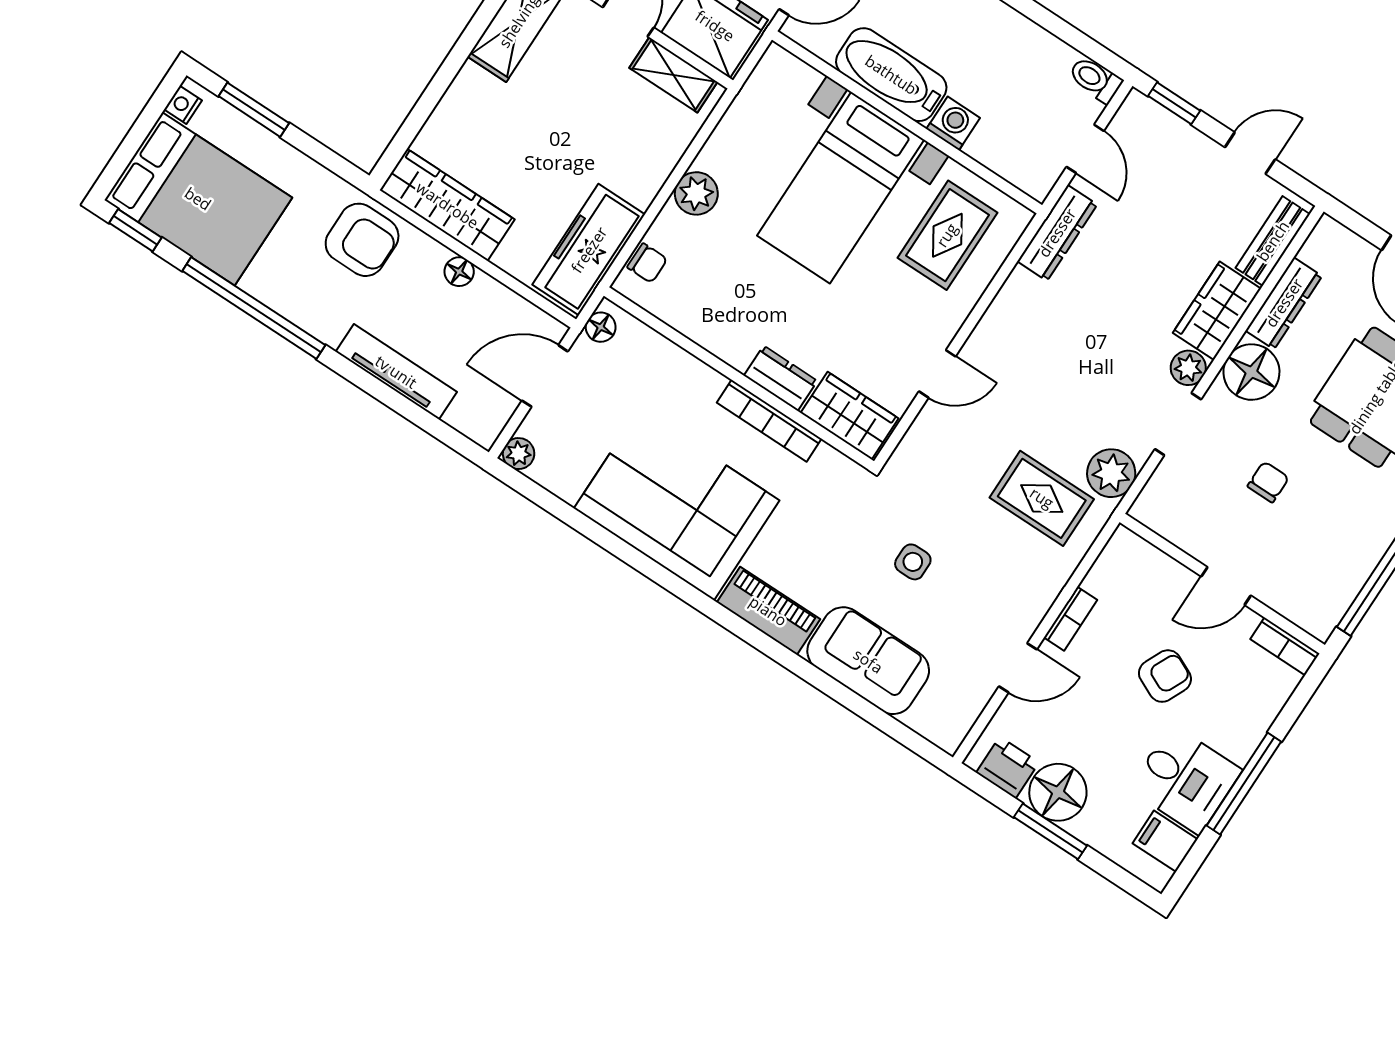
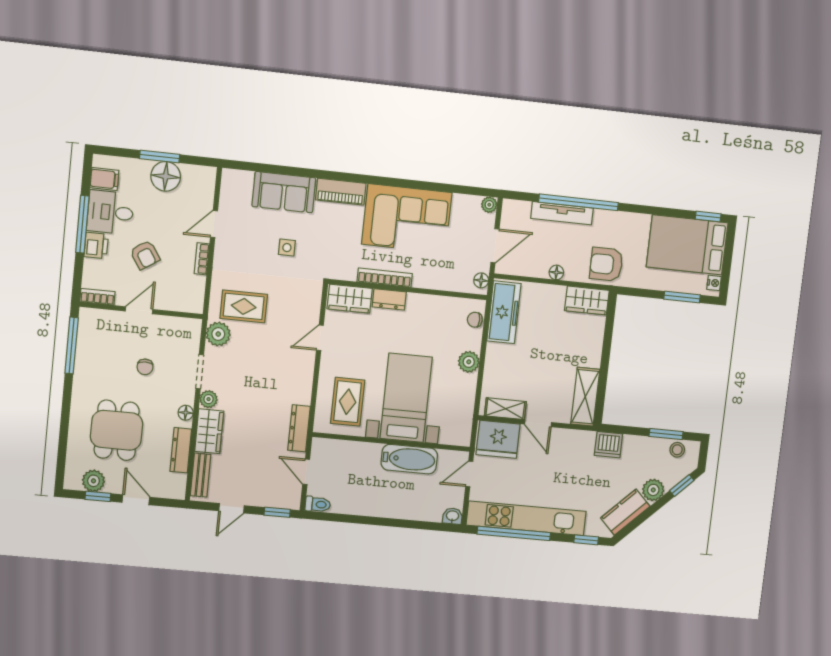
washing machine: (953, 123) -> (371, 452), removed
wardrobe: (447, 205) -> (587, 300), width x0.67
window: (254, 308) -> (578, 202), moved
floor lamp: (1251, 372) -> (186, 413), width x0.53, depth x0.53
armchair: (1165, 676) -> (145, 255), turned -58
printer: (1008, 767) -> (96, 245), moved, turned -90

